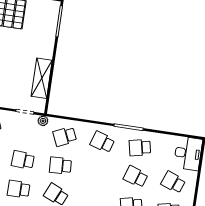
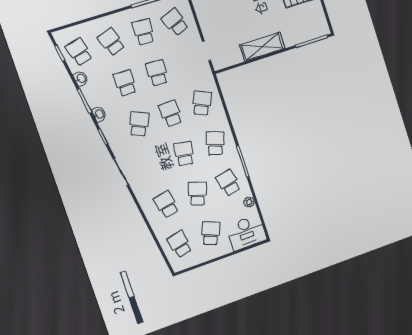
shelving: (42, 78) -> (262, 47), moved
plant: (43, 121) -> (249, 202), moved
school desk: (65, 137) -> (202, 103), turned 48
school desk: (98, 171) -> (184, 154), added

